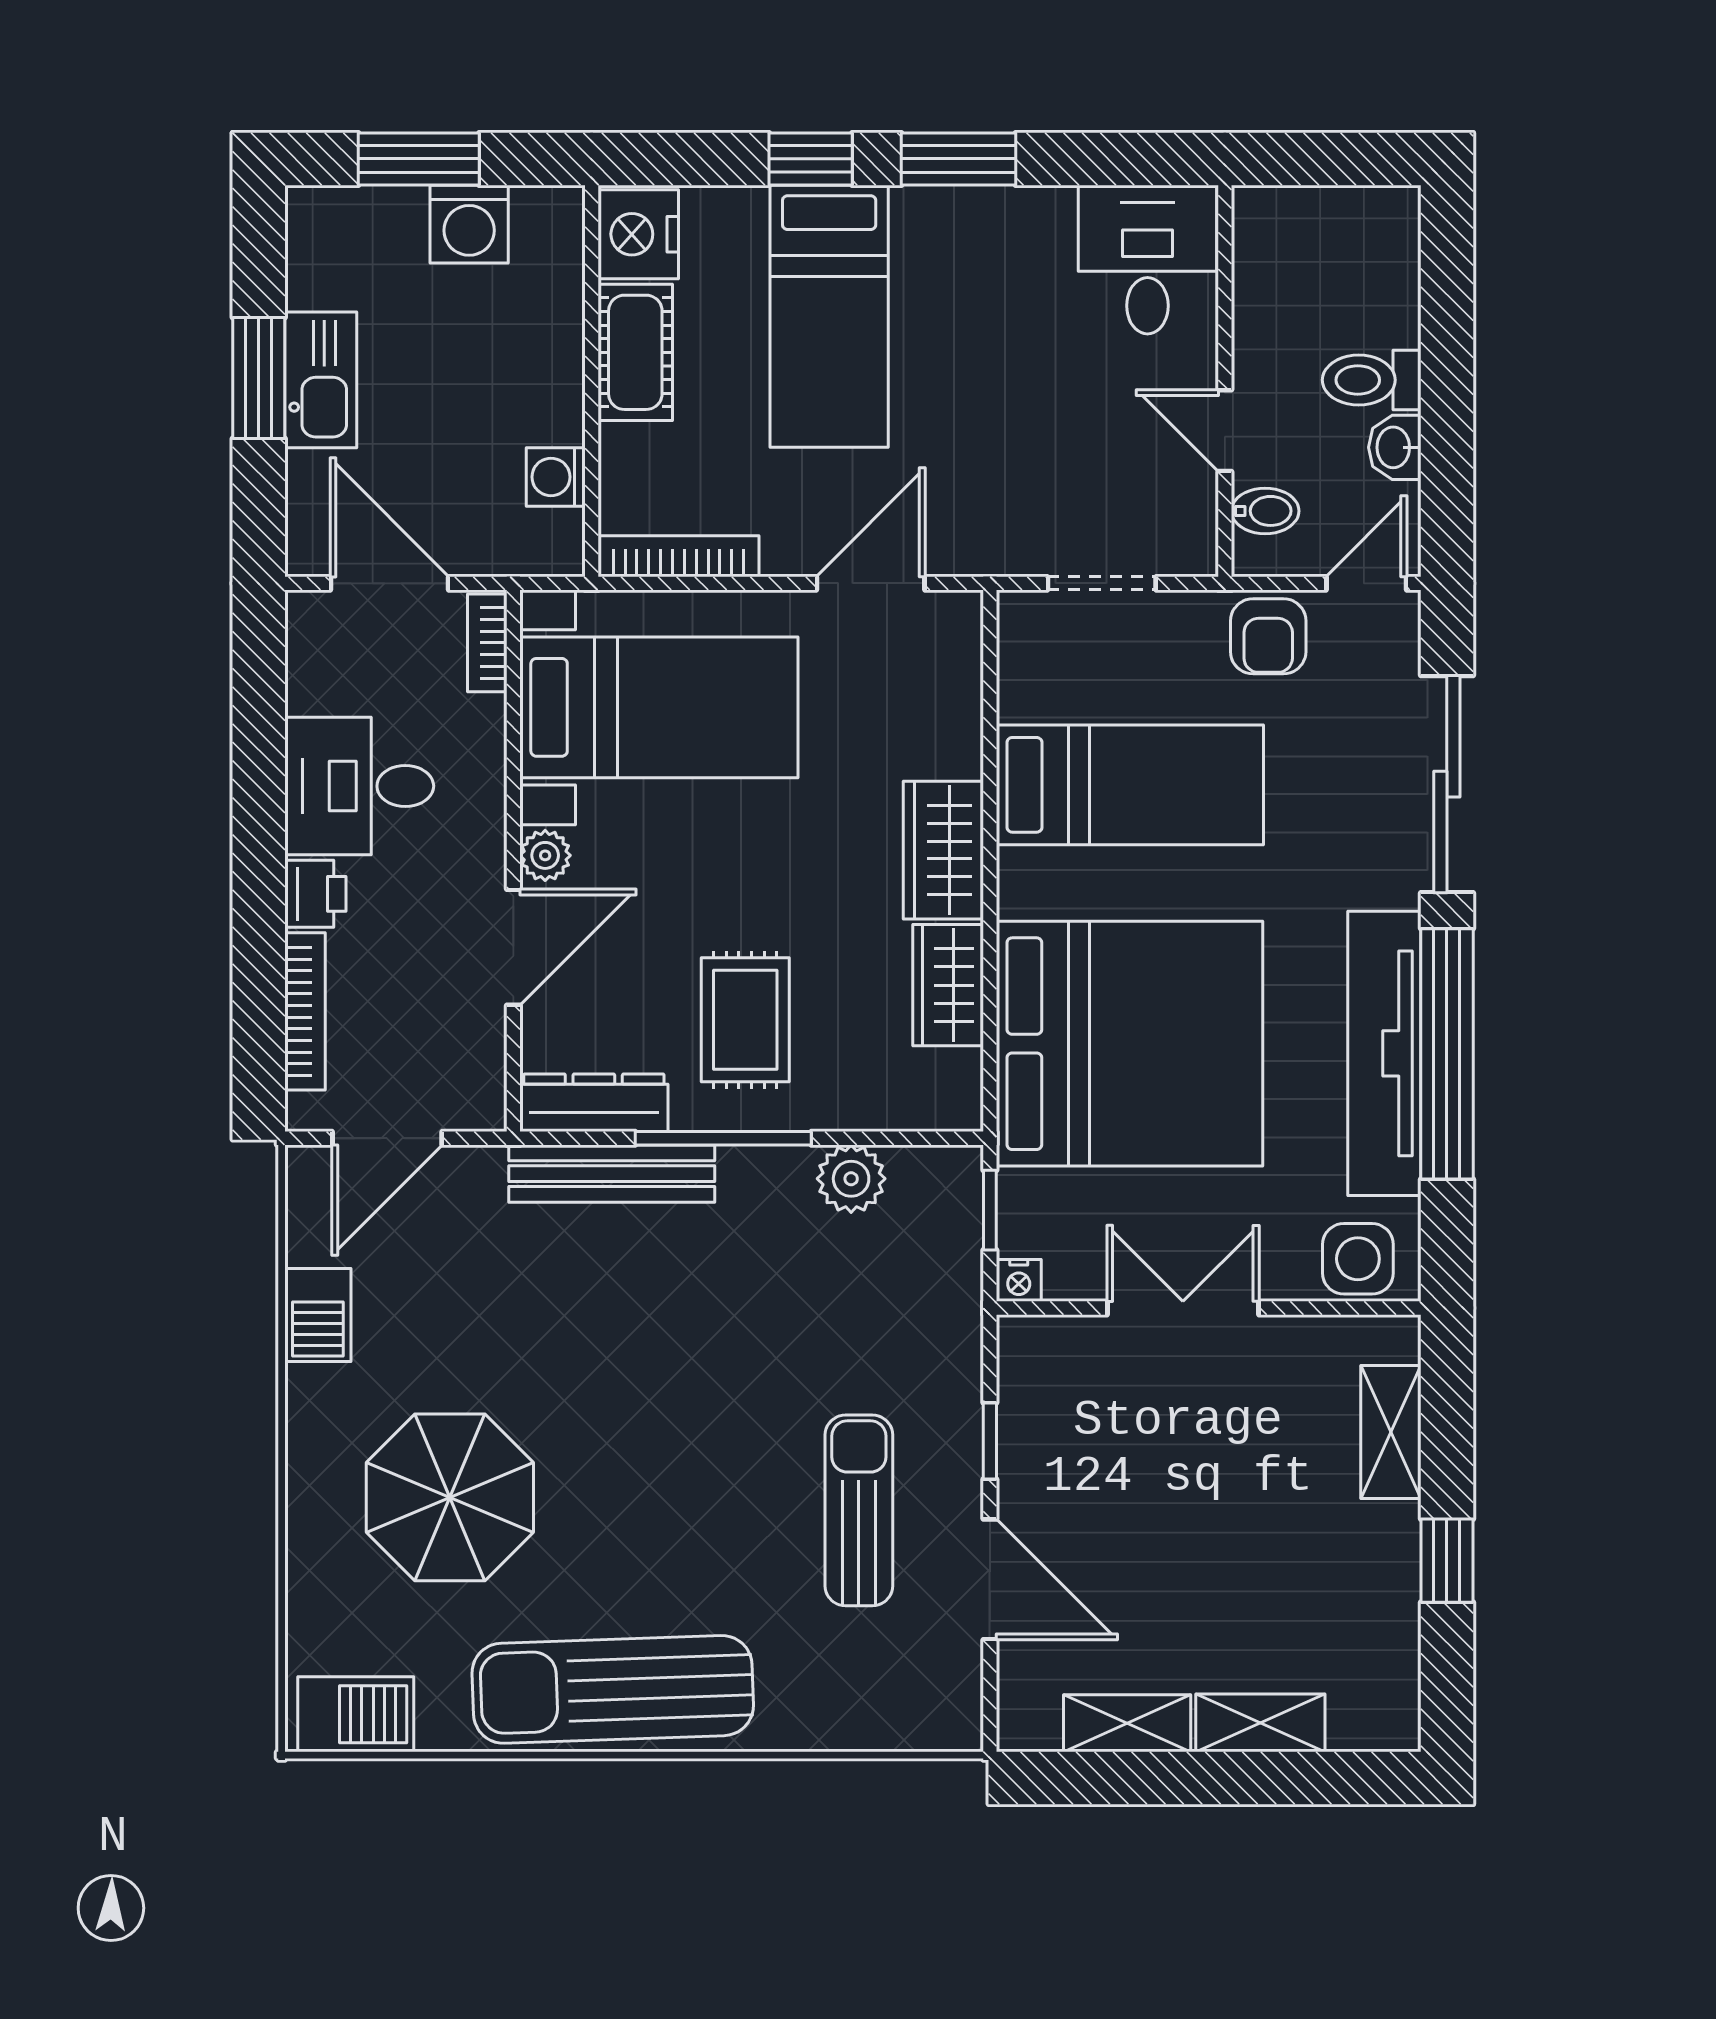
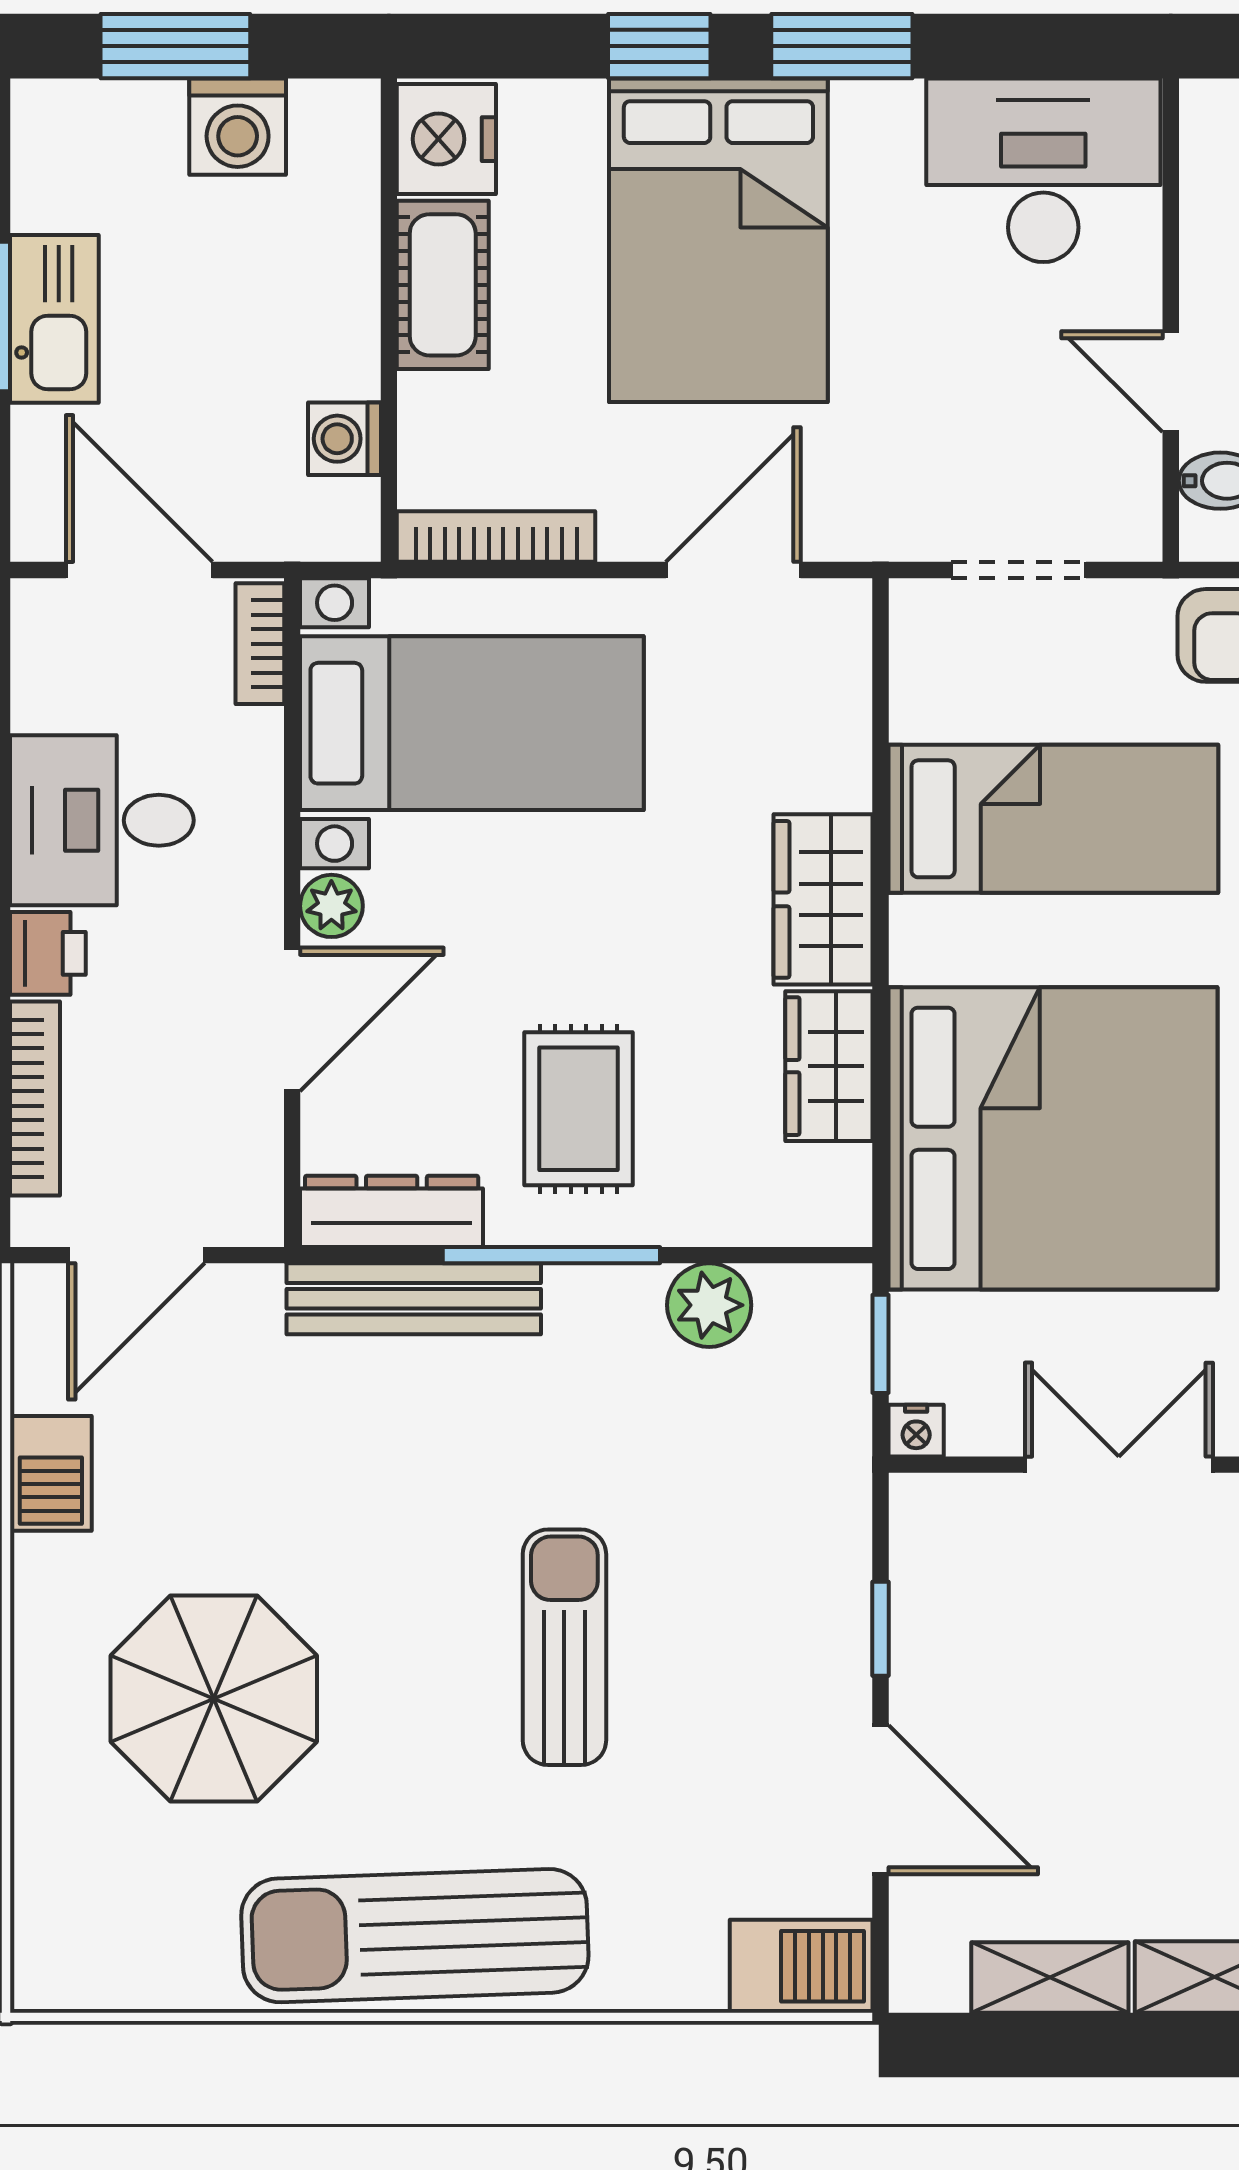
desk: (1147, 260) -> (1043, 170), width x1.37
bed: (829, 316) -> (718, 240), width x1.50
sun lounger: (859, 1510) -> (564, 1647), moved
barbecue: (356, 1714) -> (801, 1966), moved

